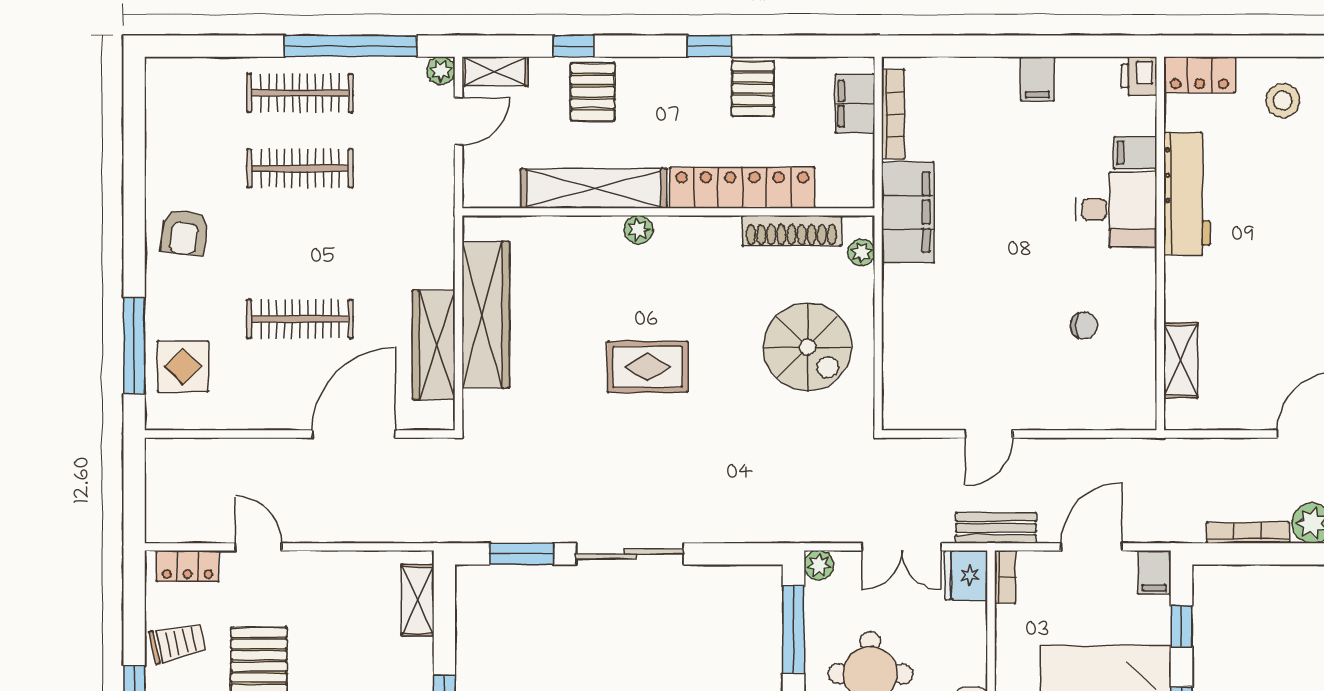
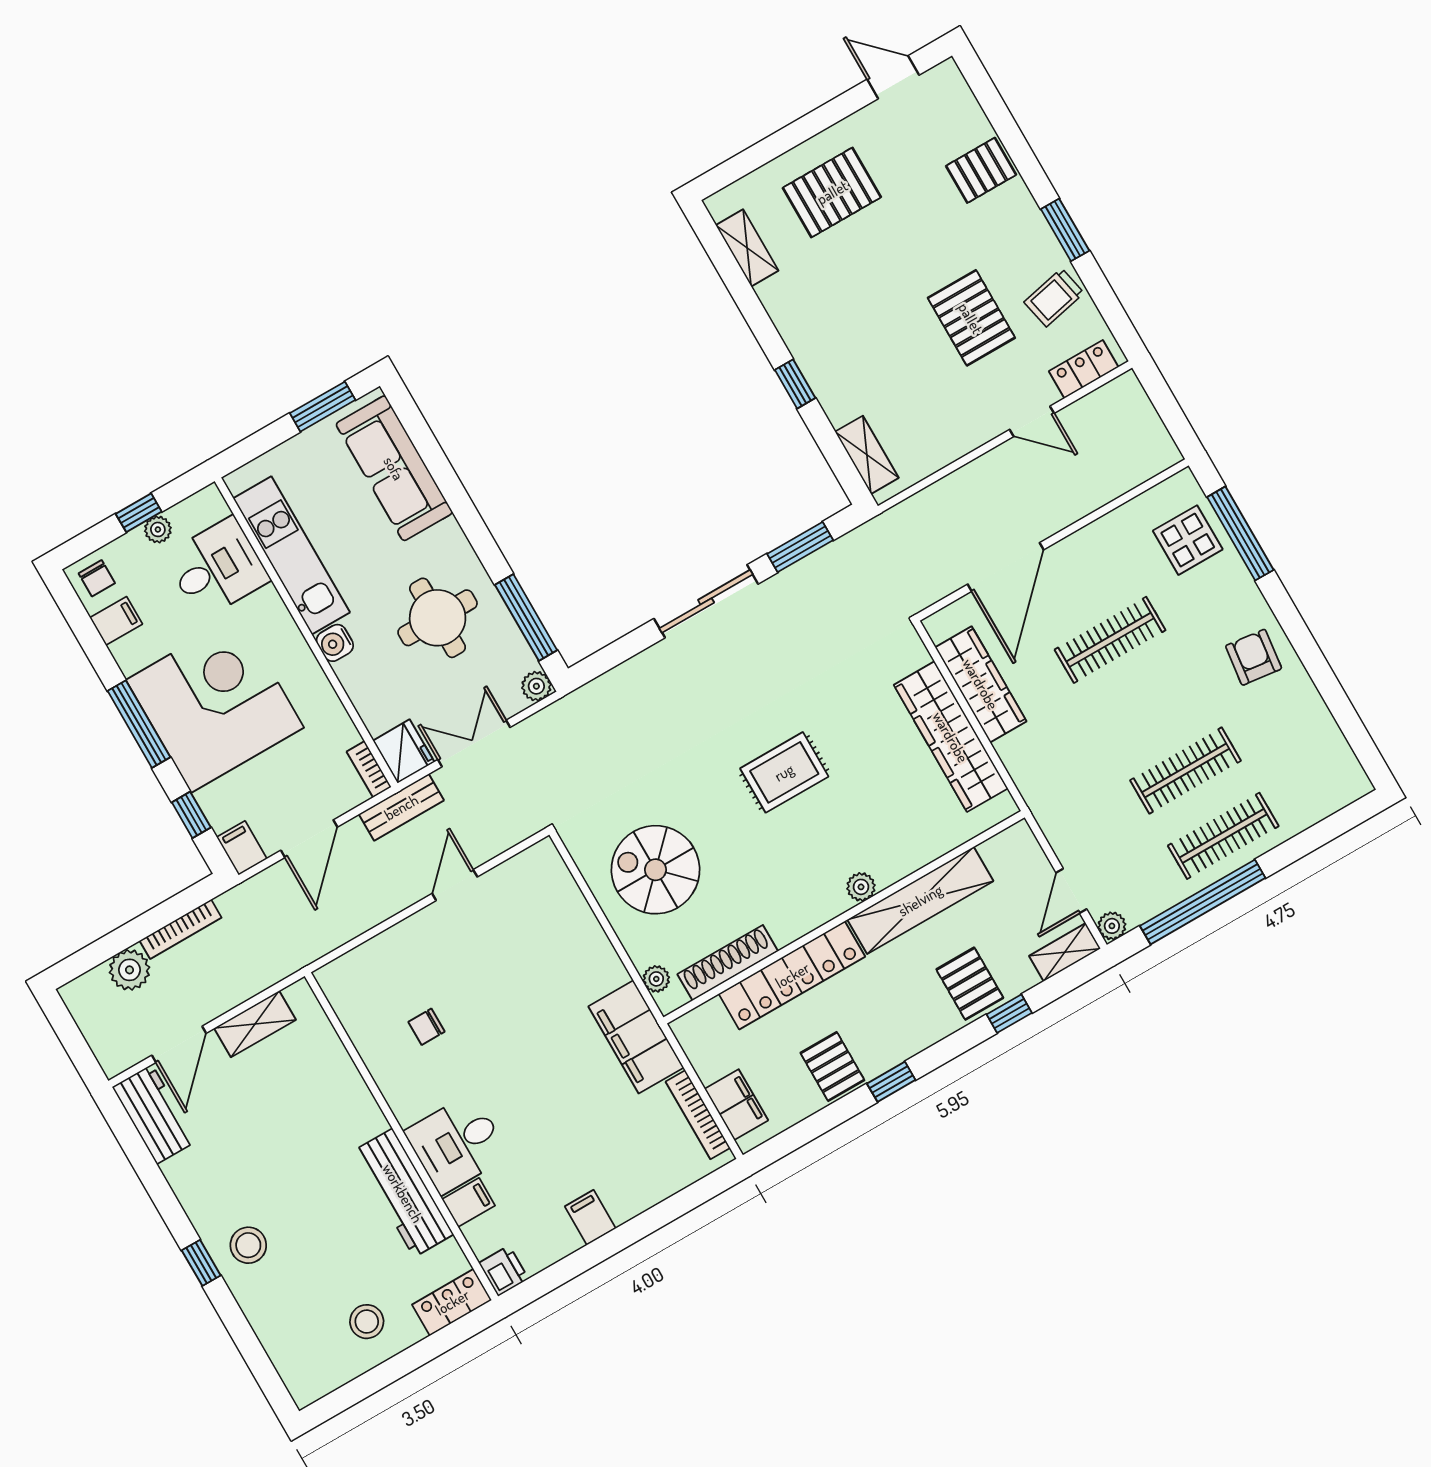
shelving: (1181, 360) -> (255, 1024), moved, turned 90

